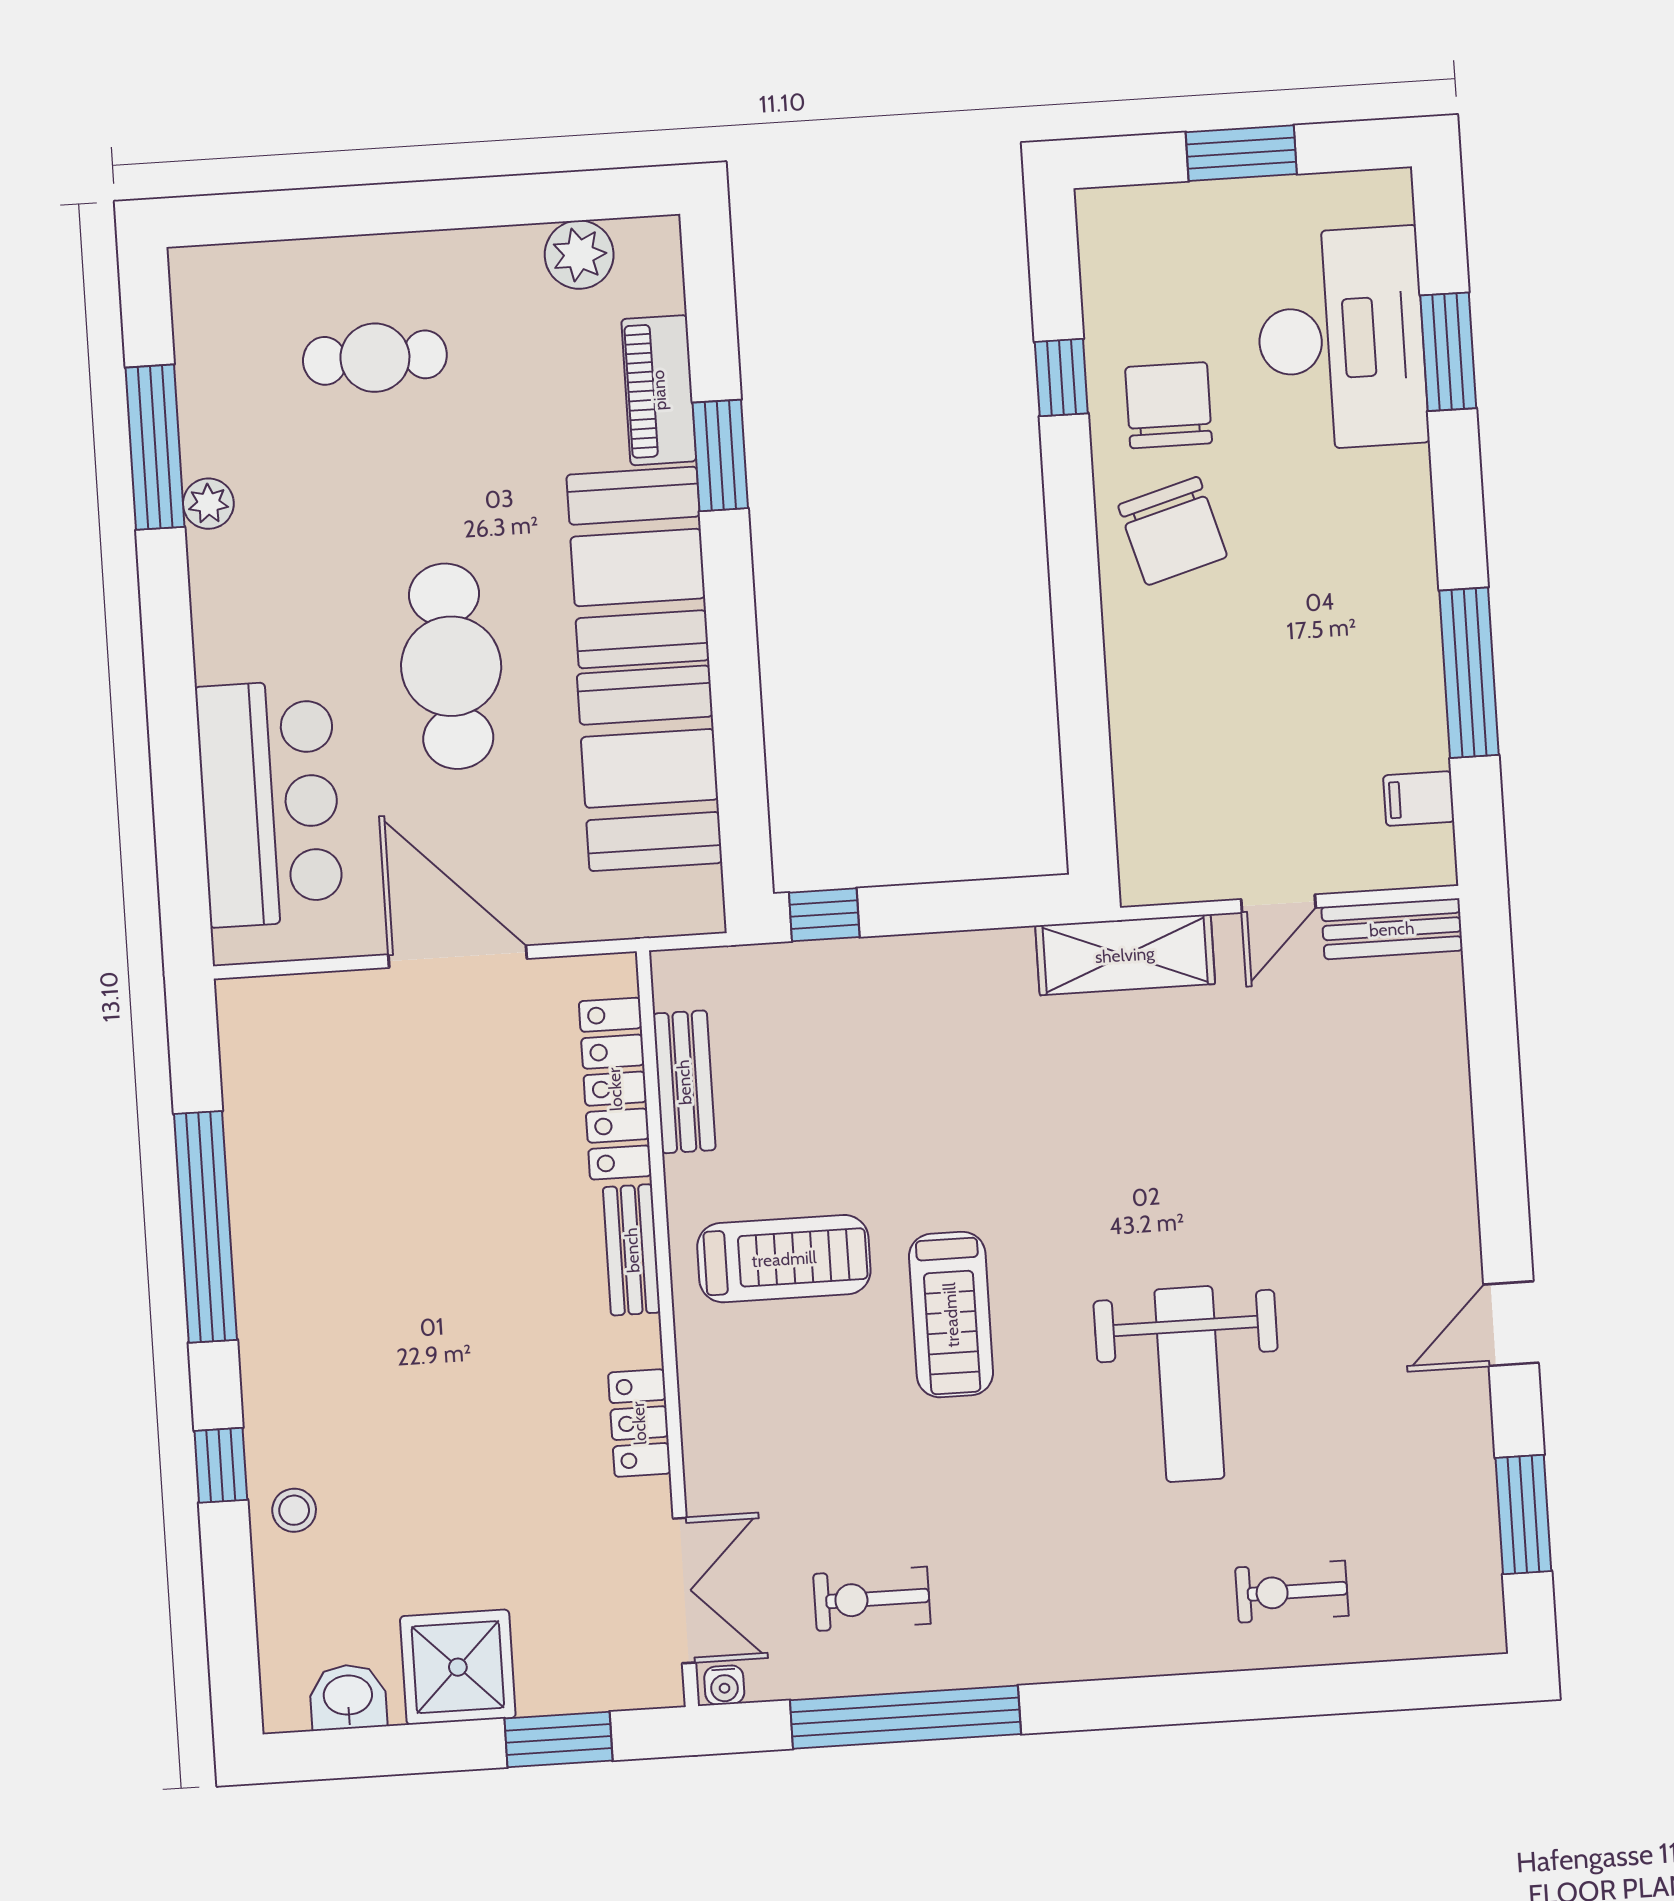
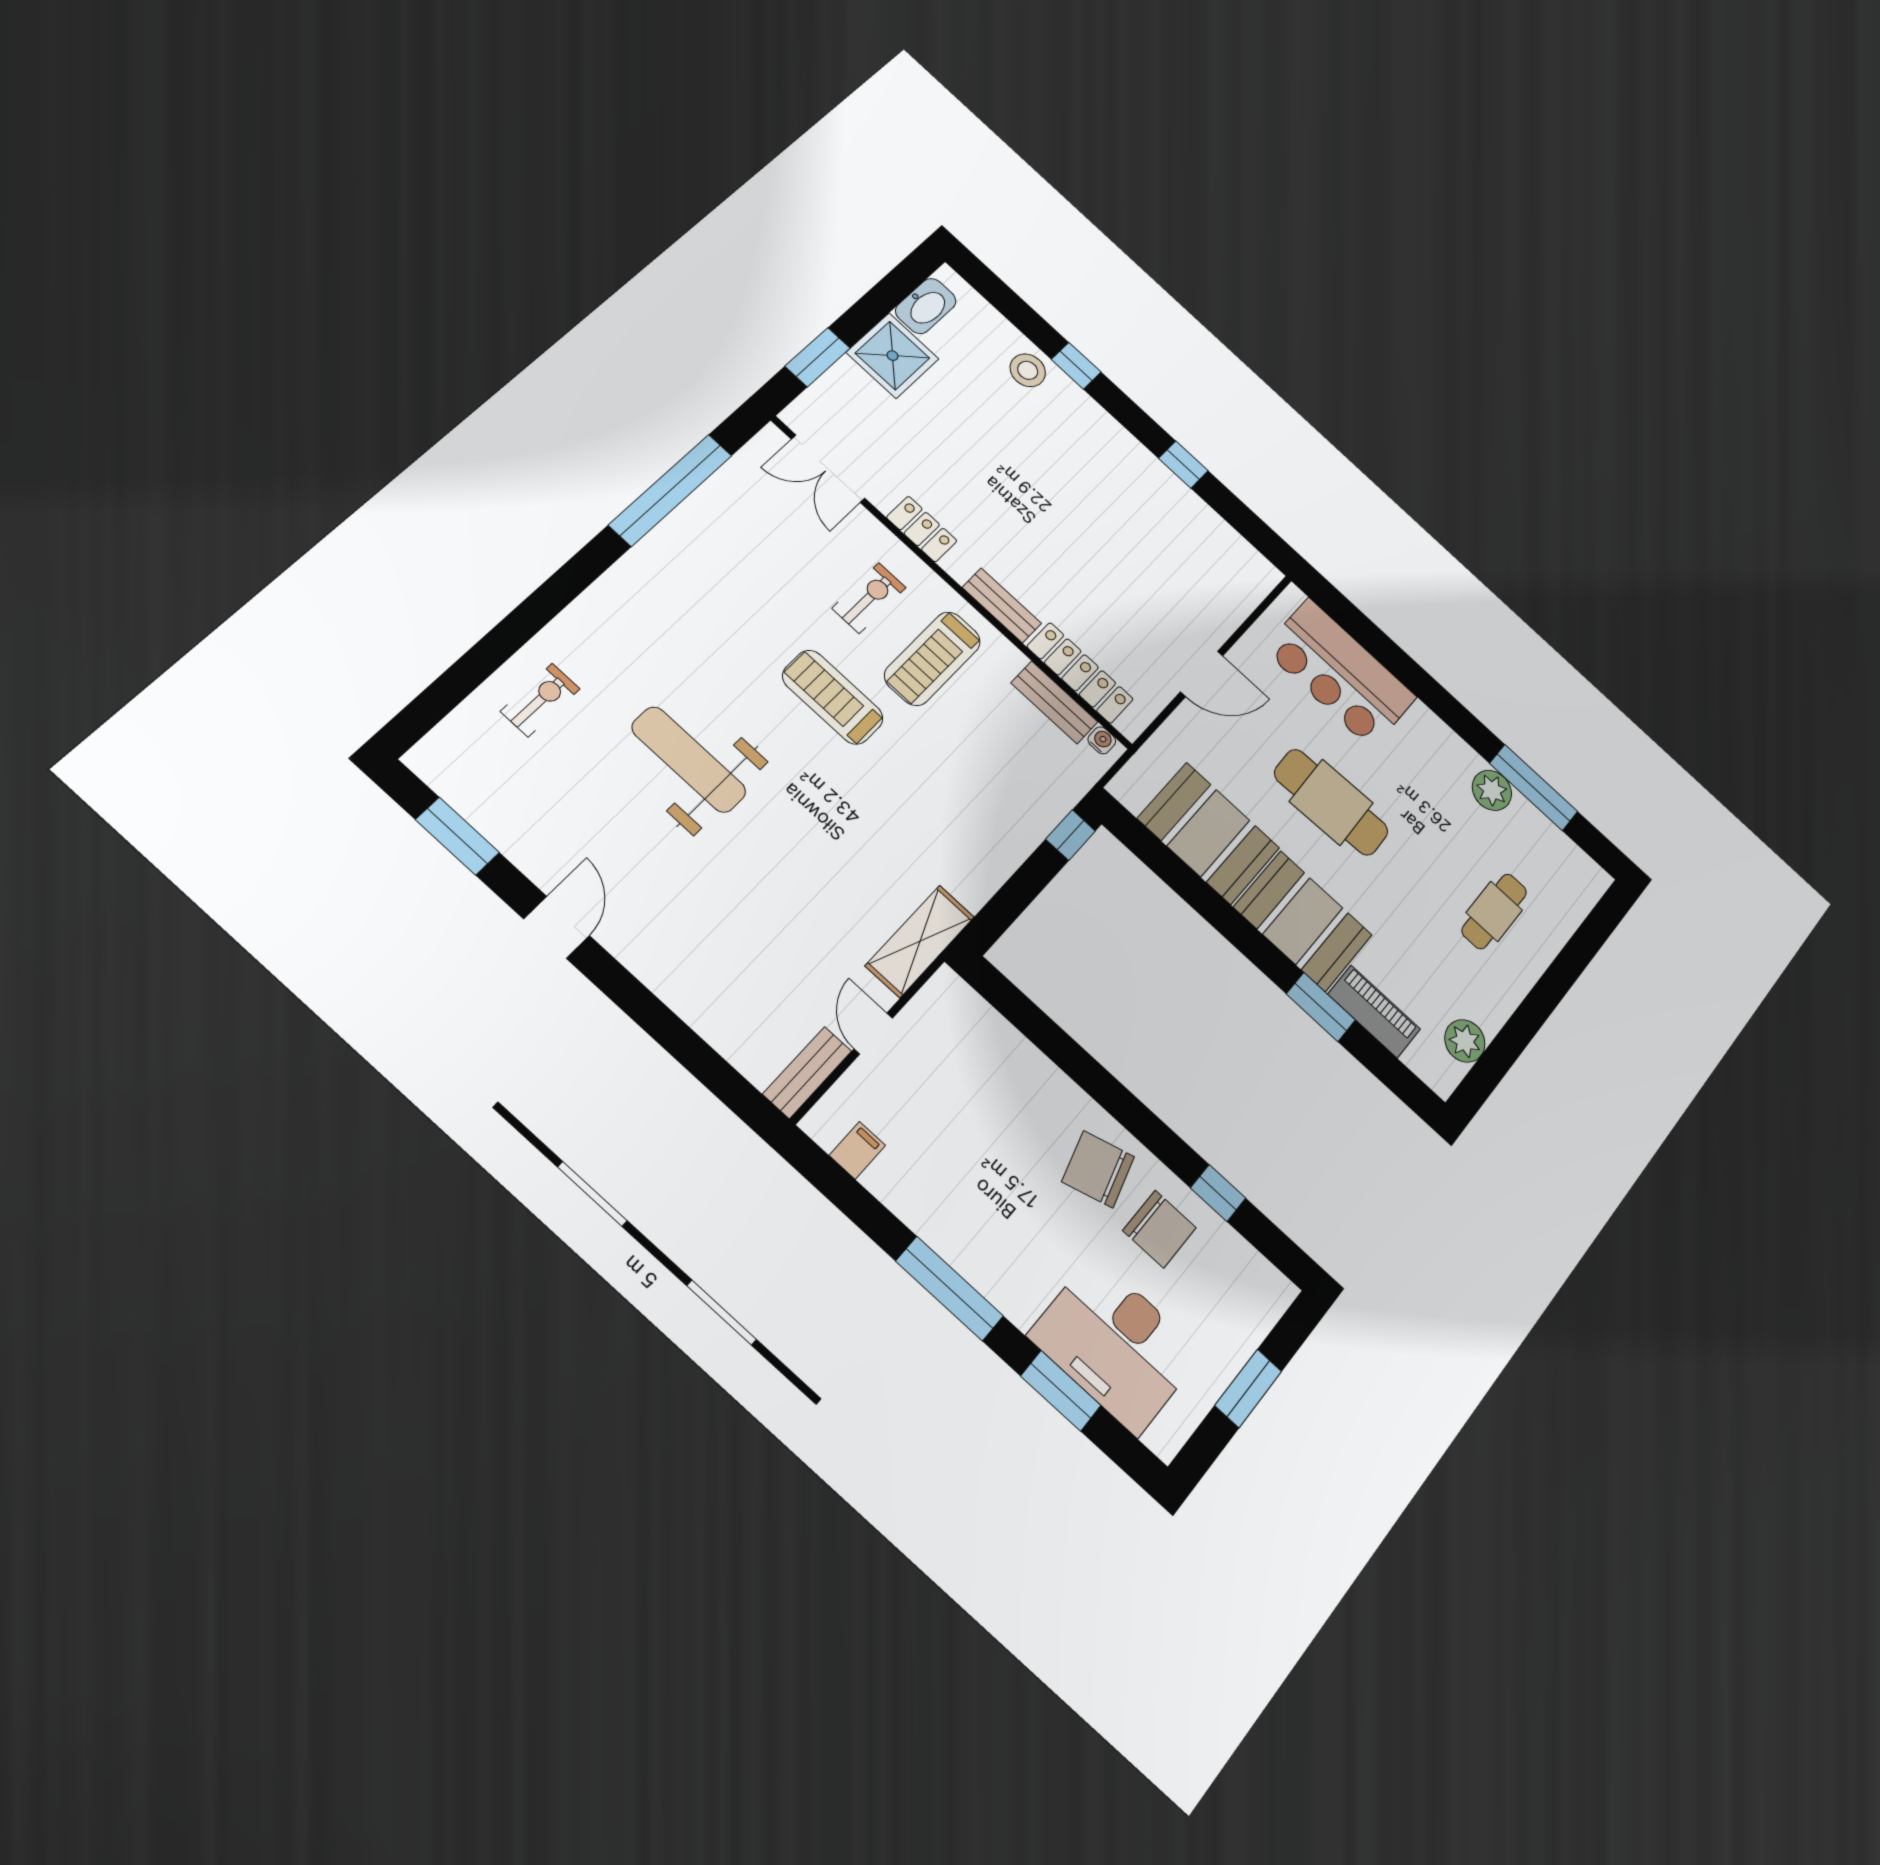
plant: (208, 504) -> (1492, 790), width x1.38, depth x1.38
window: (1469, 673) -> (950, 1289), moved
door: (458, 957) -> (1202, 674), width x0.73
window: (205, 1227) -> (1183, 465), width x0.32
stool: (294, 1510) -> (1028, 370), width x1.37, depth x1.37
exercise bike: (872, 1599) -> (869, 598), moved
water cooler: (724, 1685) -> (1102, 740), moved, turned 90
washbasin: (348, 1697) -> (926, 306), width x1.38

